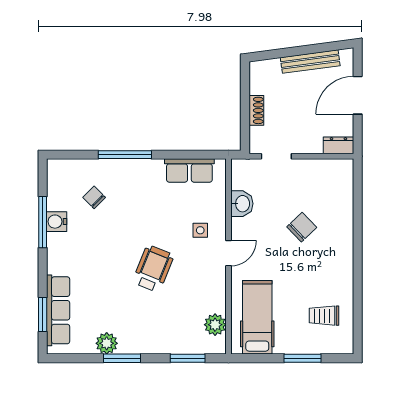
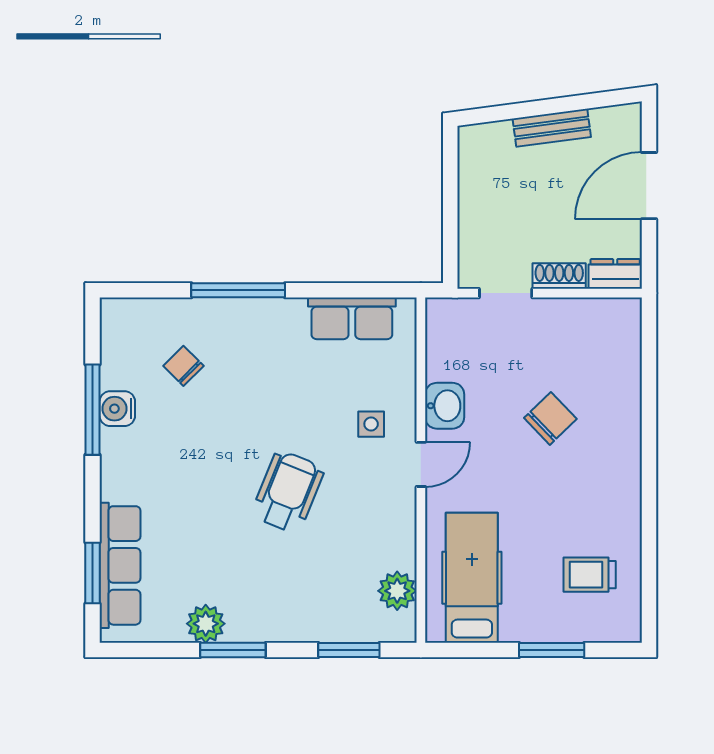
bench: (310, 62) -> (552, 128), width x0.73
shoe rack: (256, 110) -> (559, 276), moved, turned -90
washbasin: (242, 204) -> (445, 406), moved

